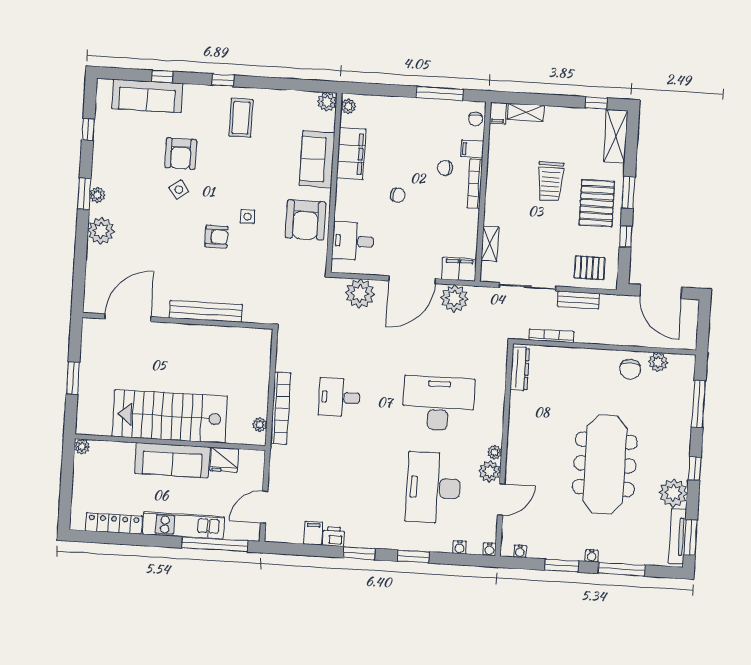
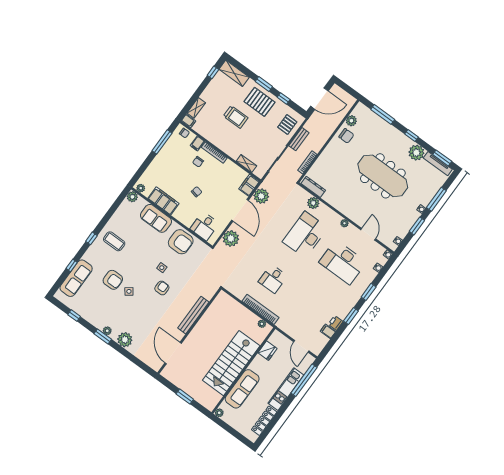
sofa: (172, 460) -> (242, 389), moved
plant: (490, 471) -> (313, 203), moved

